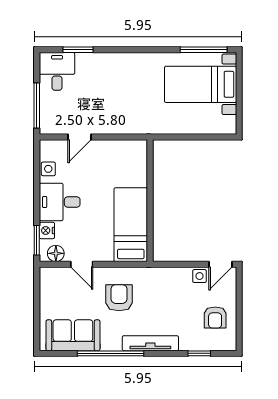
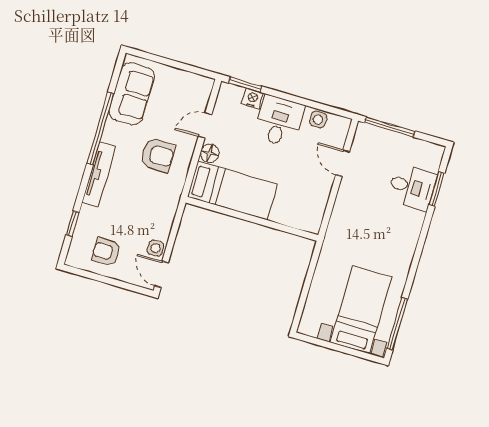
desk: (57, 71) -> (412, 187), moved
floor lamp: (56, 253) -> (210, 153), moved

